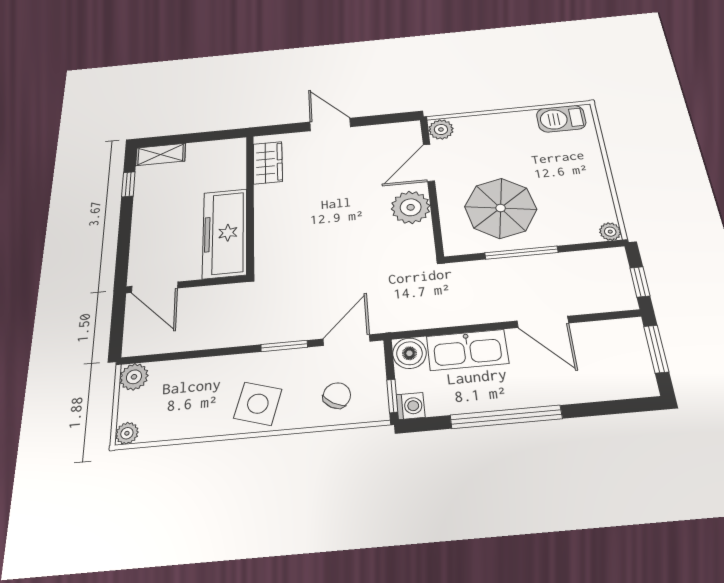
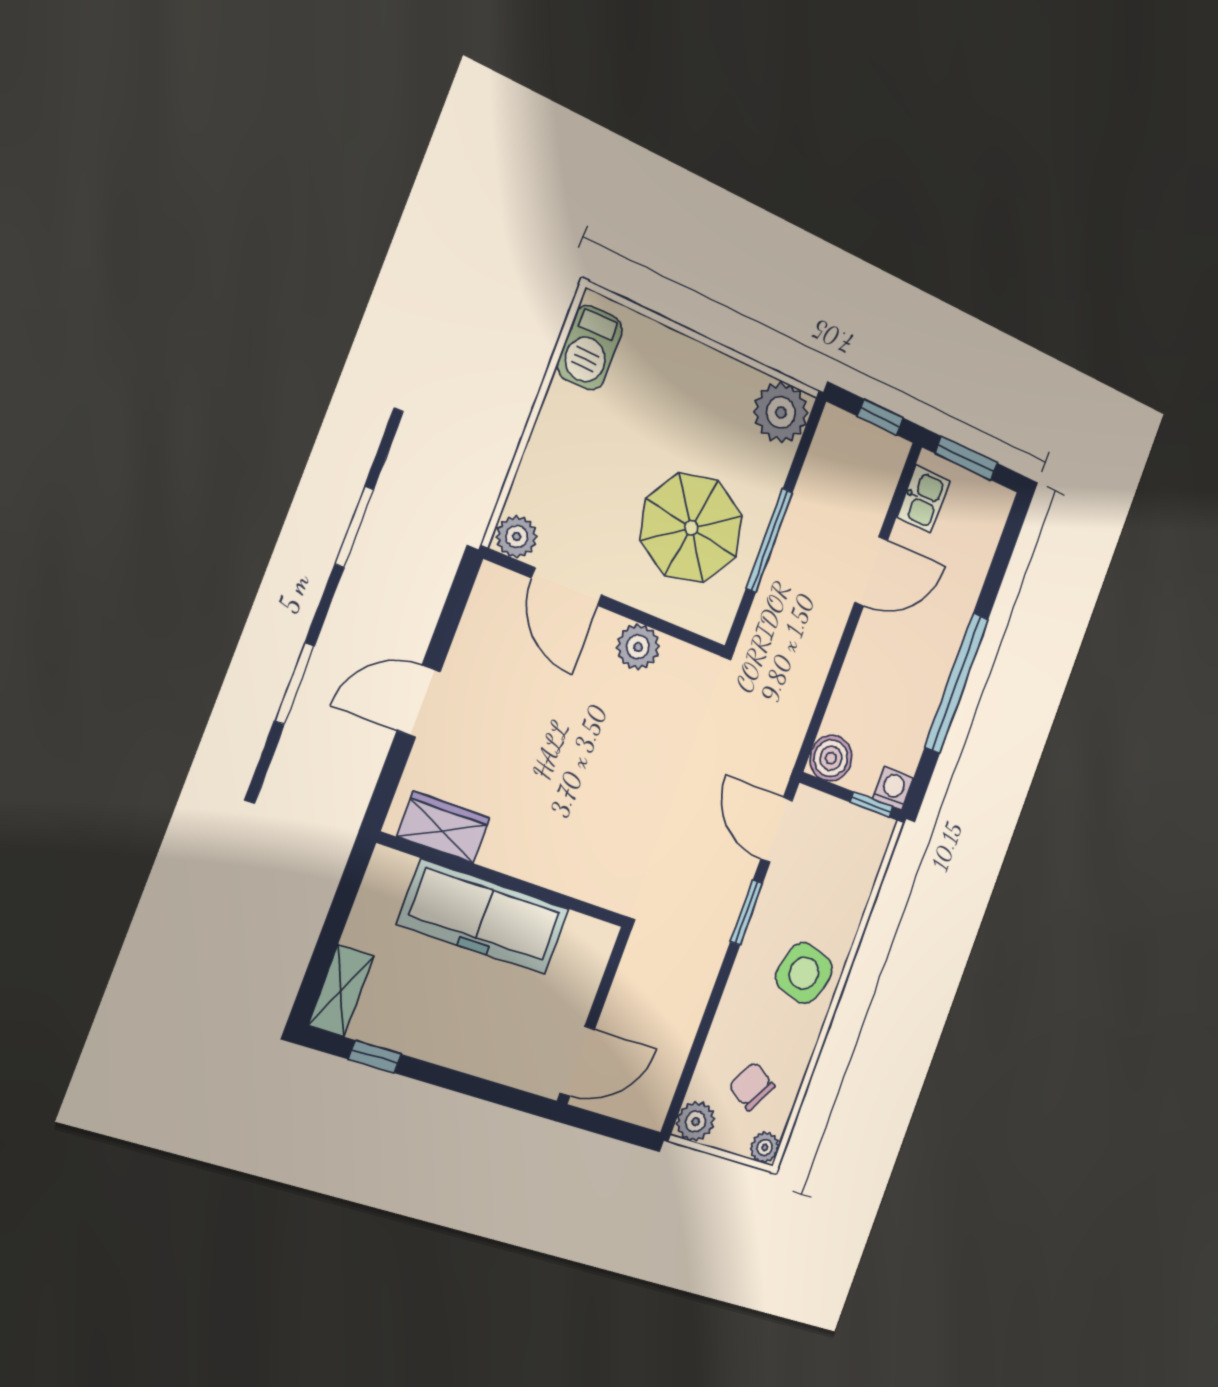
plant: (411, 207) -> (638, 647), width x0.73, depth x0.73
plant: (610, 232) -> (781, 412), width x1.87, depth x1.87
freezer: (225, 233) -> (484, 917), moved
kitchen sink: (467, 350) -> (923, 499), moved, width x0.53, depth x0.81
chair: (337, 395) -> (752, 1086), moved

